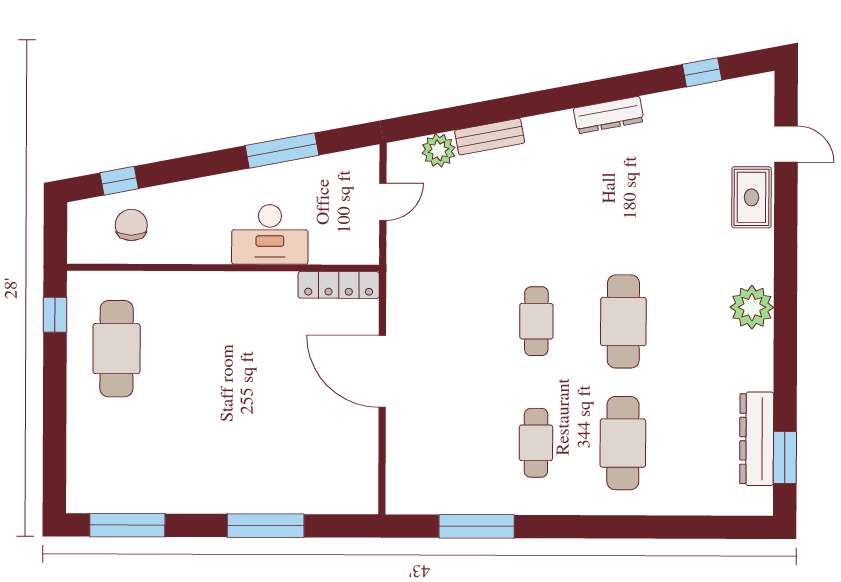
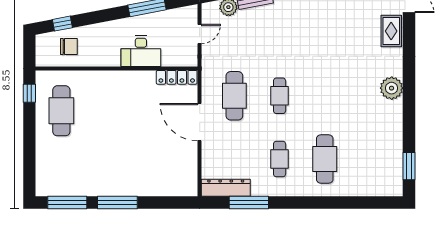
chair: (131, 225) -> (69, 46), turned 90
cafe table: (623, 321) -> (234, 96), moved
dresser: (757, 439) -> (226, 188), moved, turned 90
window: (266, 526) -> (117, 203), moved

